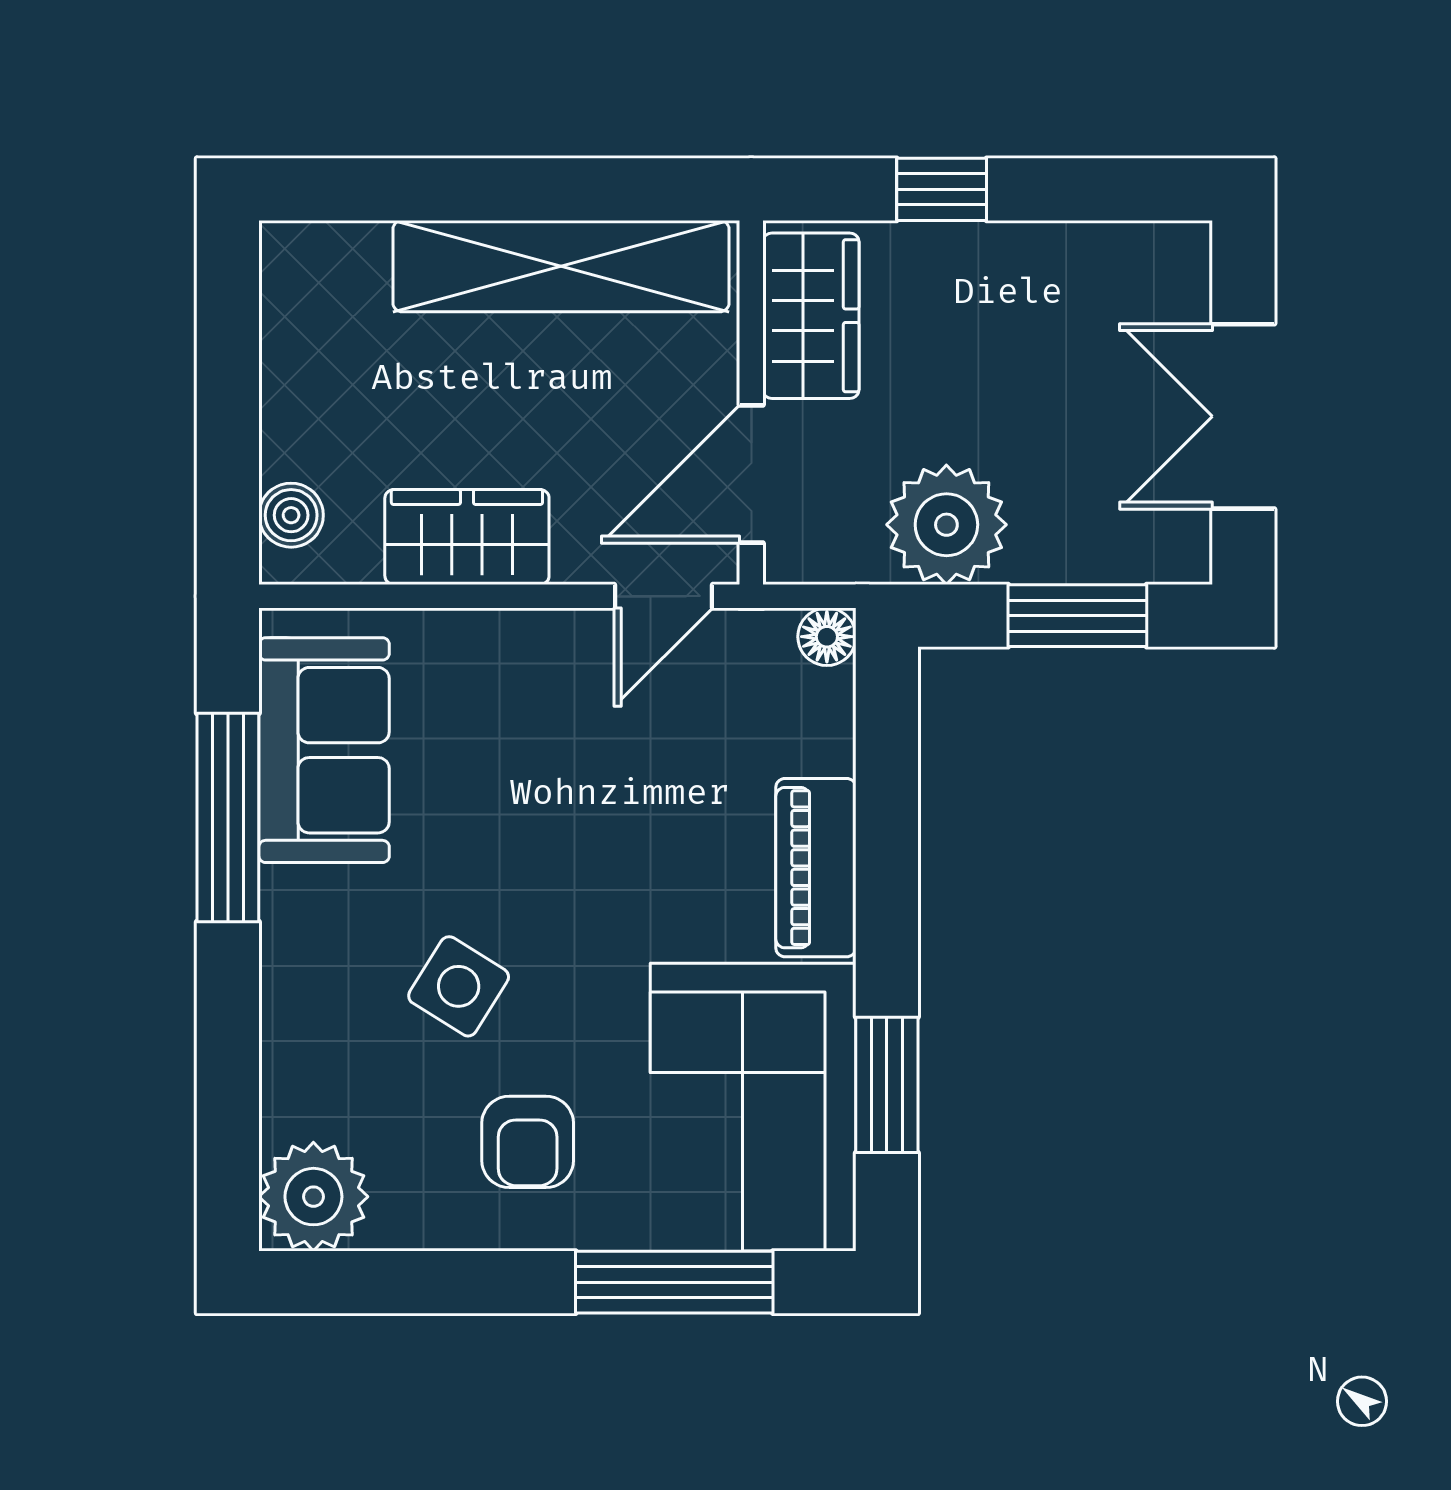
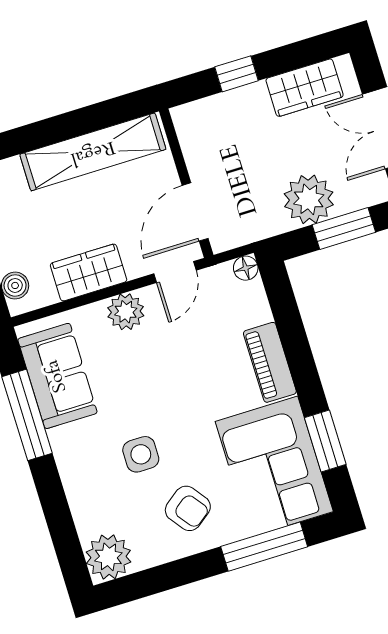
wardrobe: (811, 316) -> (305, 88), moved, turned 90
plant: (946, 525) -> (309, 199), moved
plant: (524, 652) -> (126, 312), added
side table: (459, 986) -> (141, 454), turned -32
armchair: (528, 1142) -> (188, 508), turned -37

